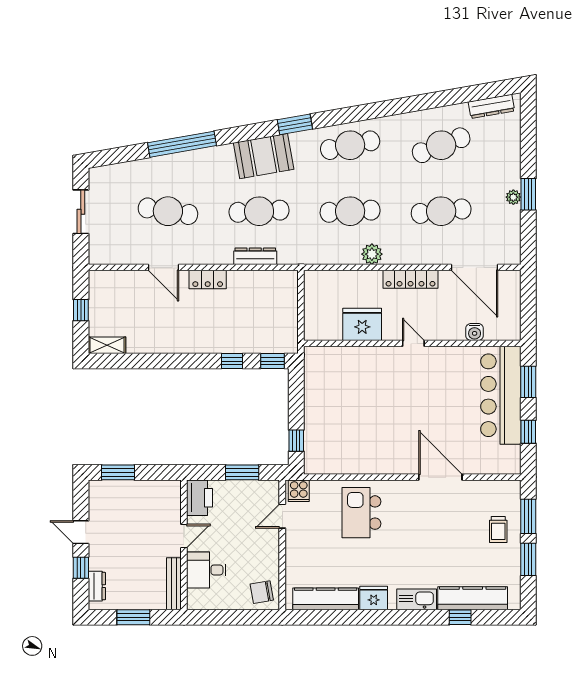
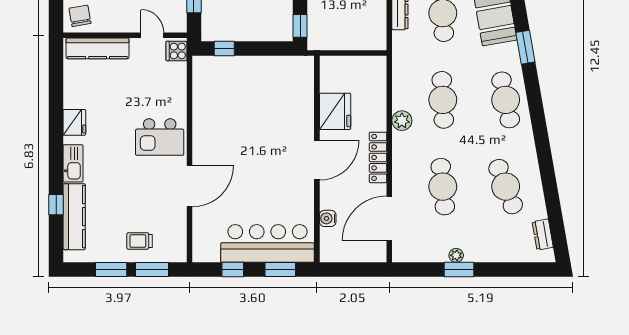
dresser: (491, 106) -> (543, 235), width x0.70
door: (413, 343) -> (317, 160), width x1.88
kitchen island: (361, 513) -> (160, 137), moved, turned 180
kitchen counter: (326, 599) -> (98, 48), moved, turned 90

